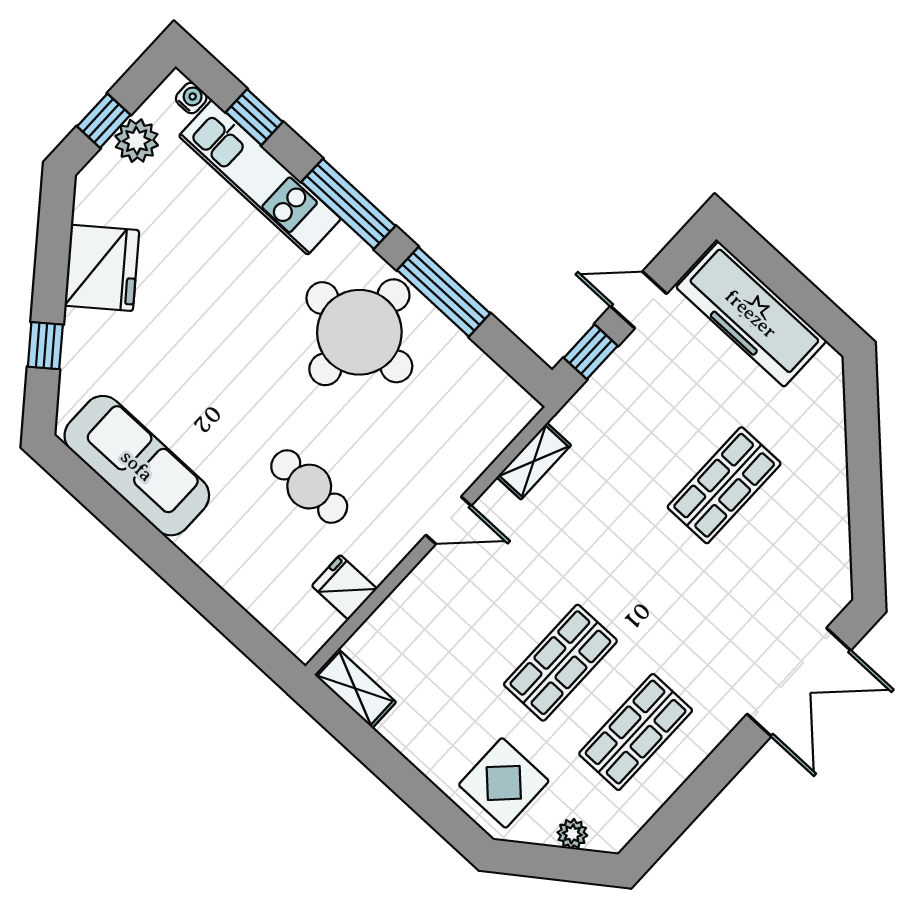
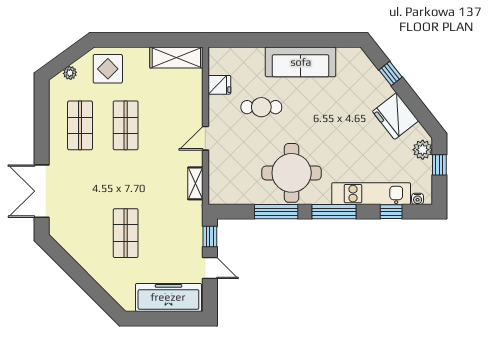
plant: (137, 141) -> (423, 150), moved
door: (639, 300) -> (210, 268), hinge flipped
sofa: (137, 466) -> (301, 62), moved
shelving: (355, 688) -> (176, 57), width x1.50, depth x1.33

